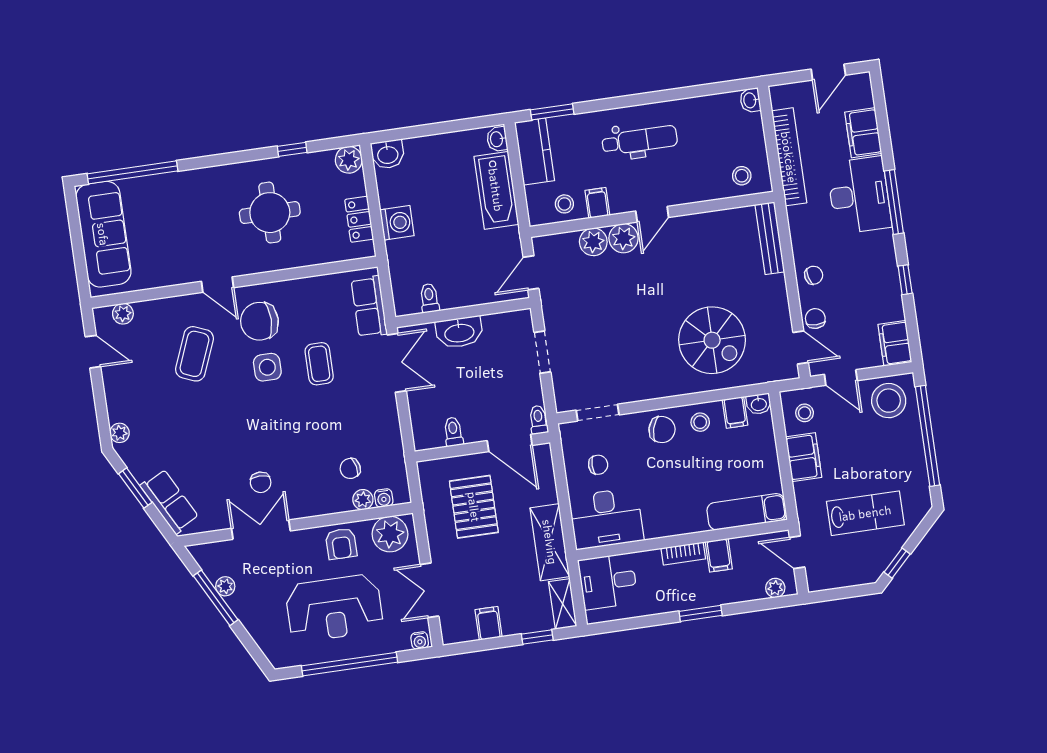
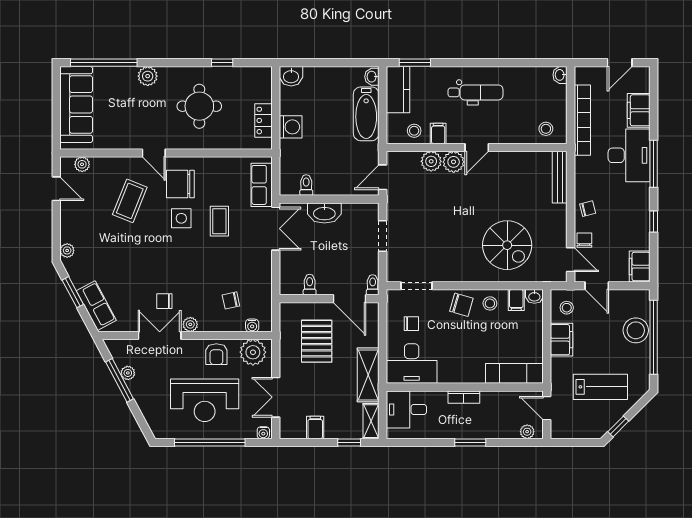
plant: (349, 160) -> (148, 76), moved
stool: (889, 401) -> (636, 330), moved
chair: (261, 482) -> (164, 301), turned 90
plant: (363, 500) -> (190, 324), moved
filing cabinet: (719, 555) -> (490, 402), removed

